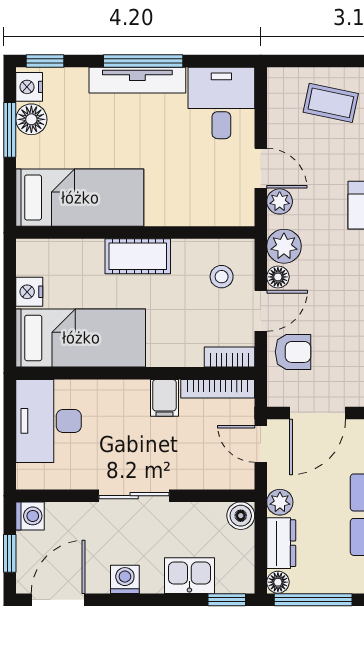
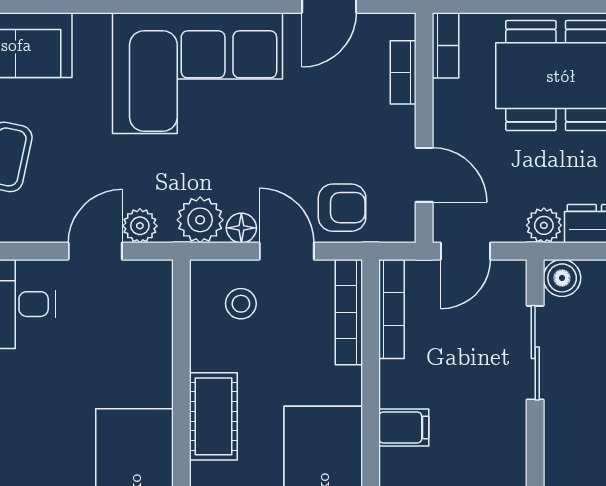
armchair: (293, 352) -> (342, 208), turned 90
bookcase: (229, 357) -> (349, 312), width x1.56
filing cabinet: (164, 398) -> (404, 427), moved
door: (318, 413) -> (424, 175), width x0.73
sliding door: (134, 496) -> (535, 353), moved

